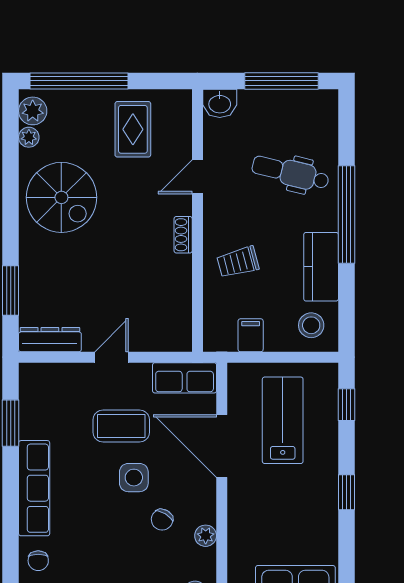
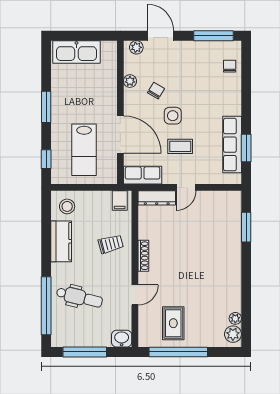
window: (79, 81) -> (178, 352), moved
spiral stairs: (61, 197) -> (216, 283), removed
window: (346, 214) -> (46, 306), moved
shoe rack: (183, 235) -> (143, 256), width x1.43
filing cabinet: (251, 335) -> (120, 200), moved
dresser: (50, 340) -> (157, 198), moved
coffee table: (121, 426) -> (180, 146), width x0.73, depth x0.77
row of seats: (34, 488) -> (232, 145), moved
window: (346, 492) -> (46, 107), width x1.50

